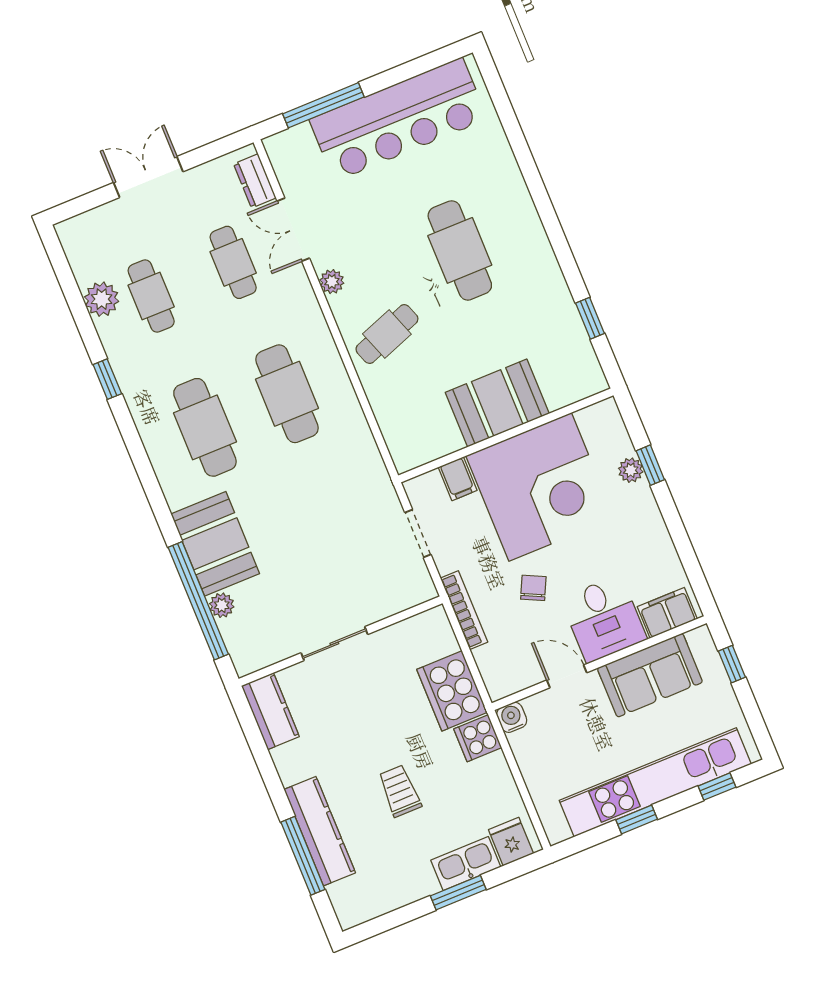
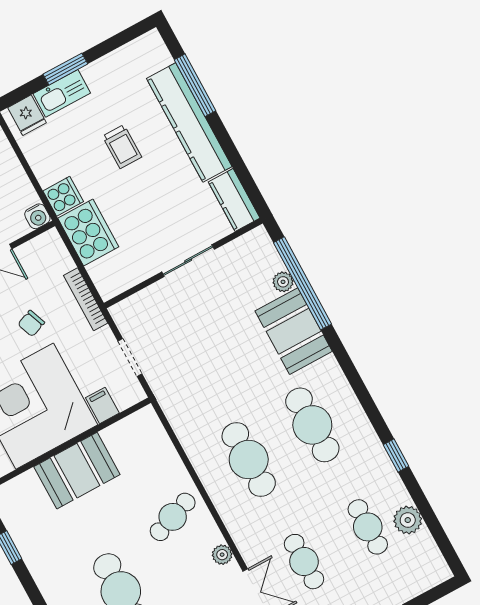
chair: (533, 588) -> (31, 323), turned 43
kitchen counter: (320, 831) -> (189, 123), width x1.39, depth x1.17

